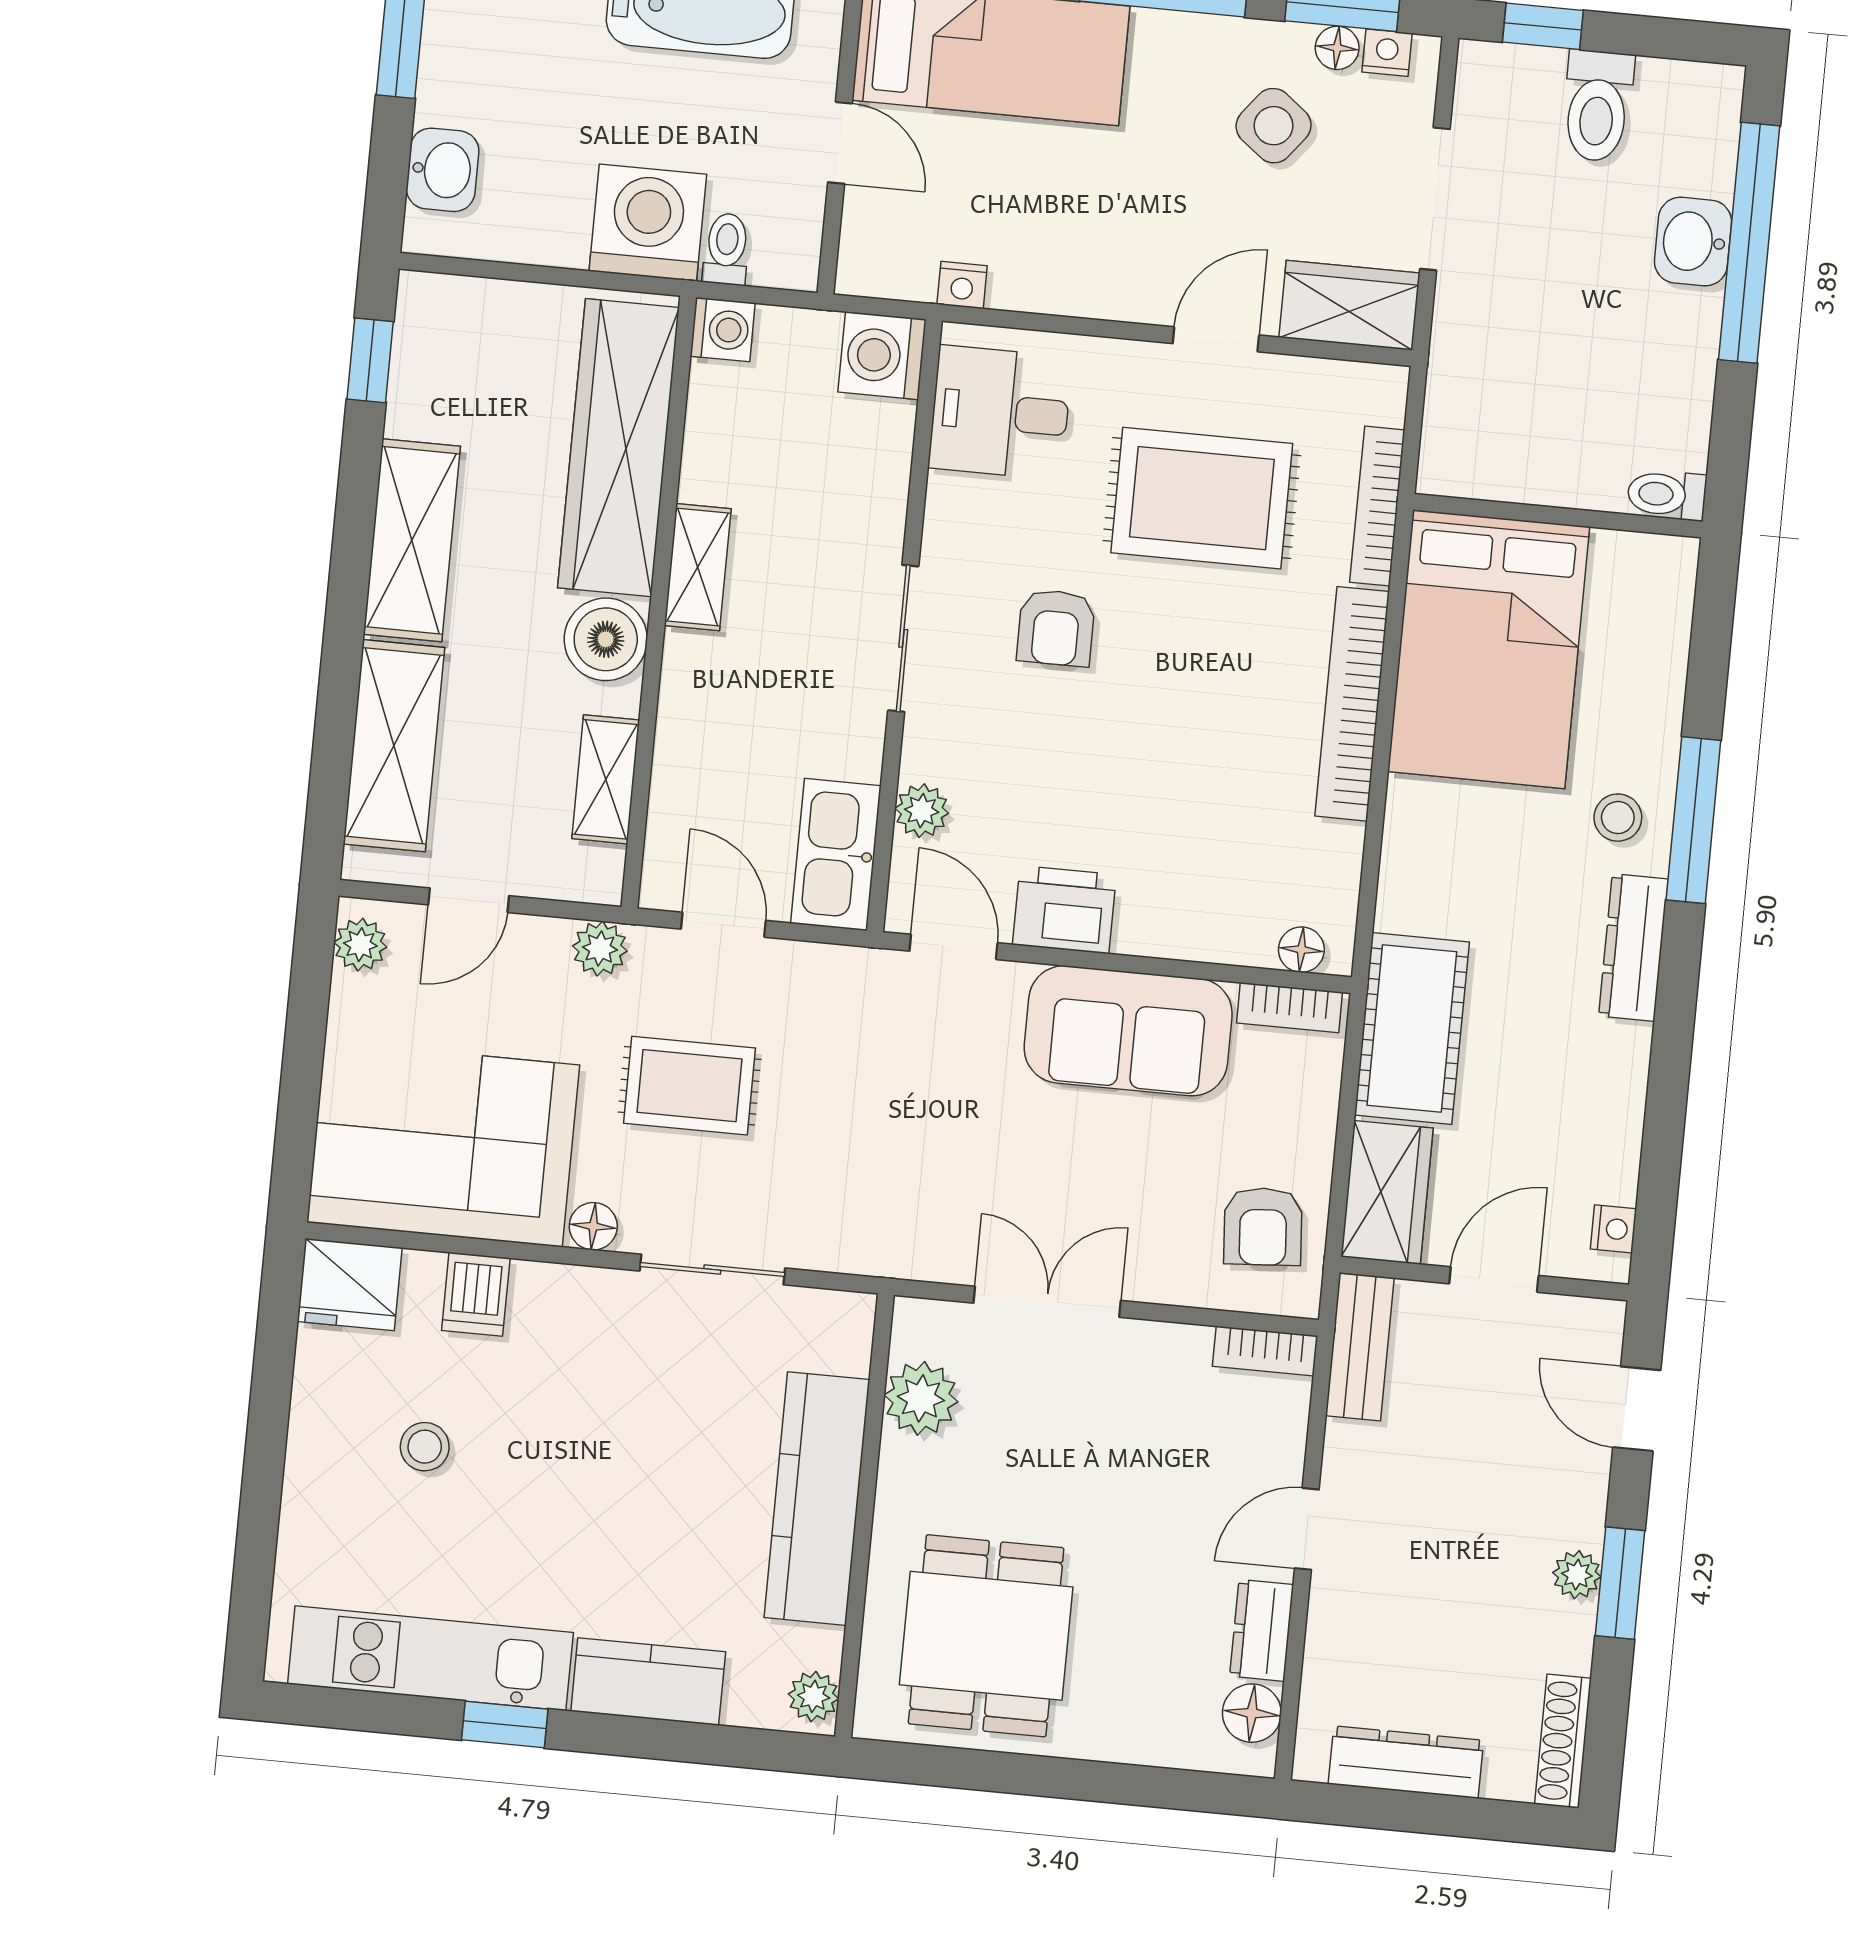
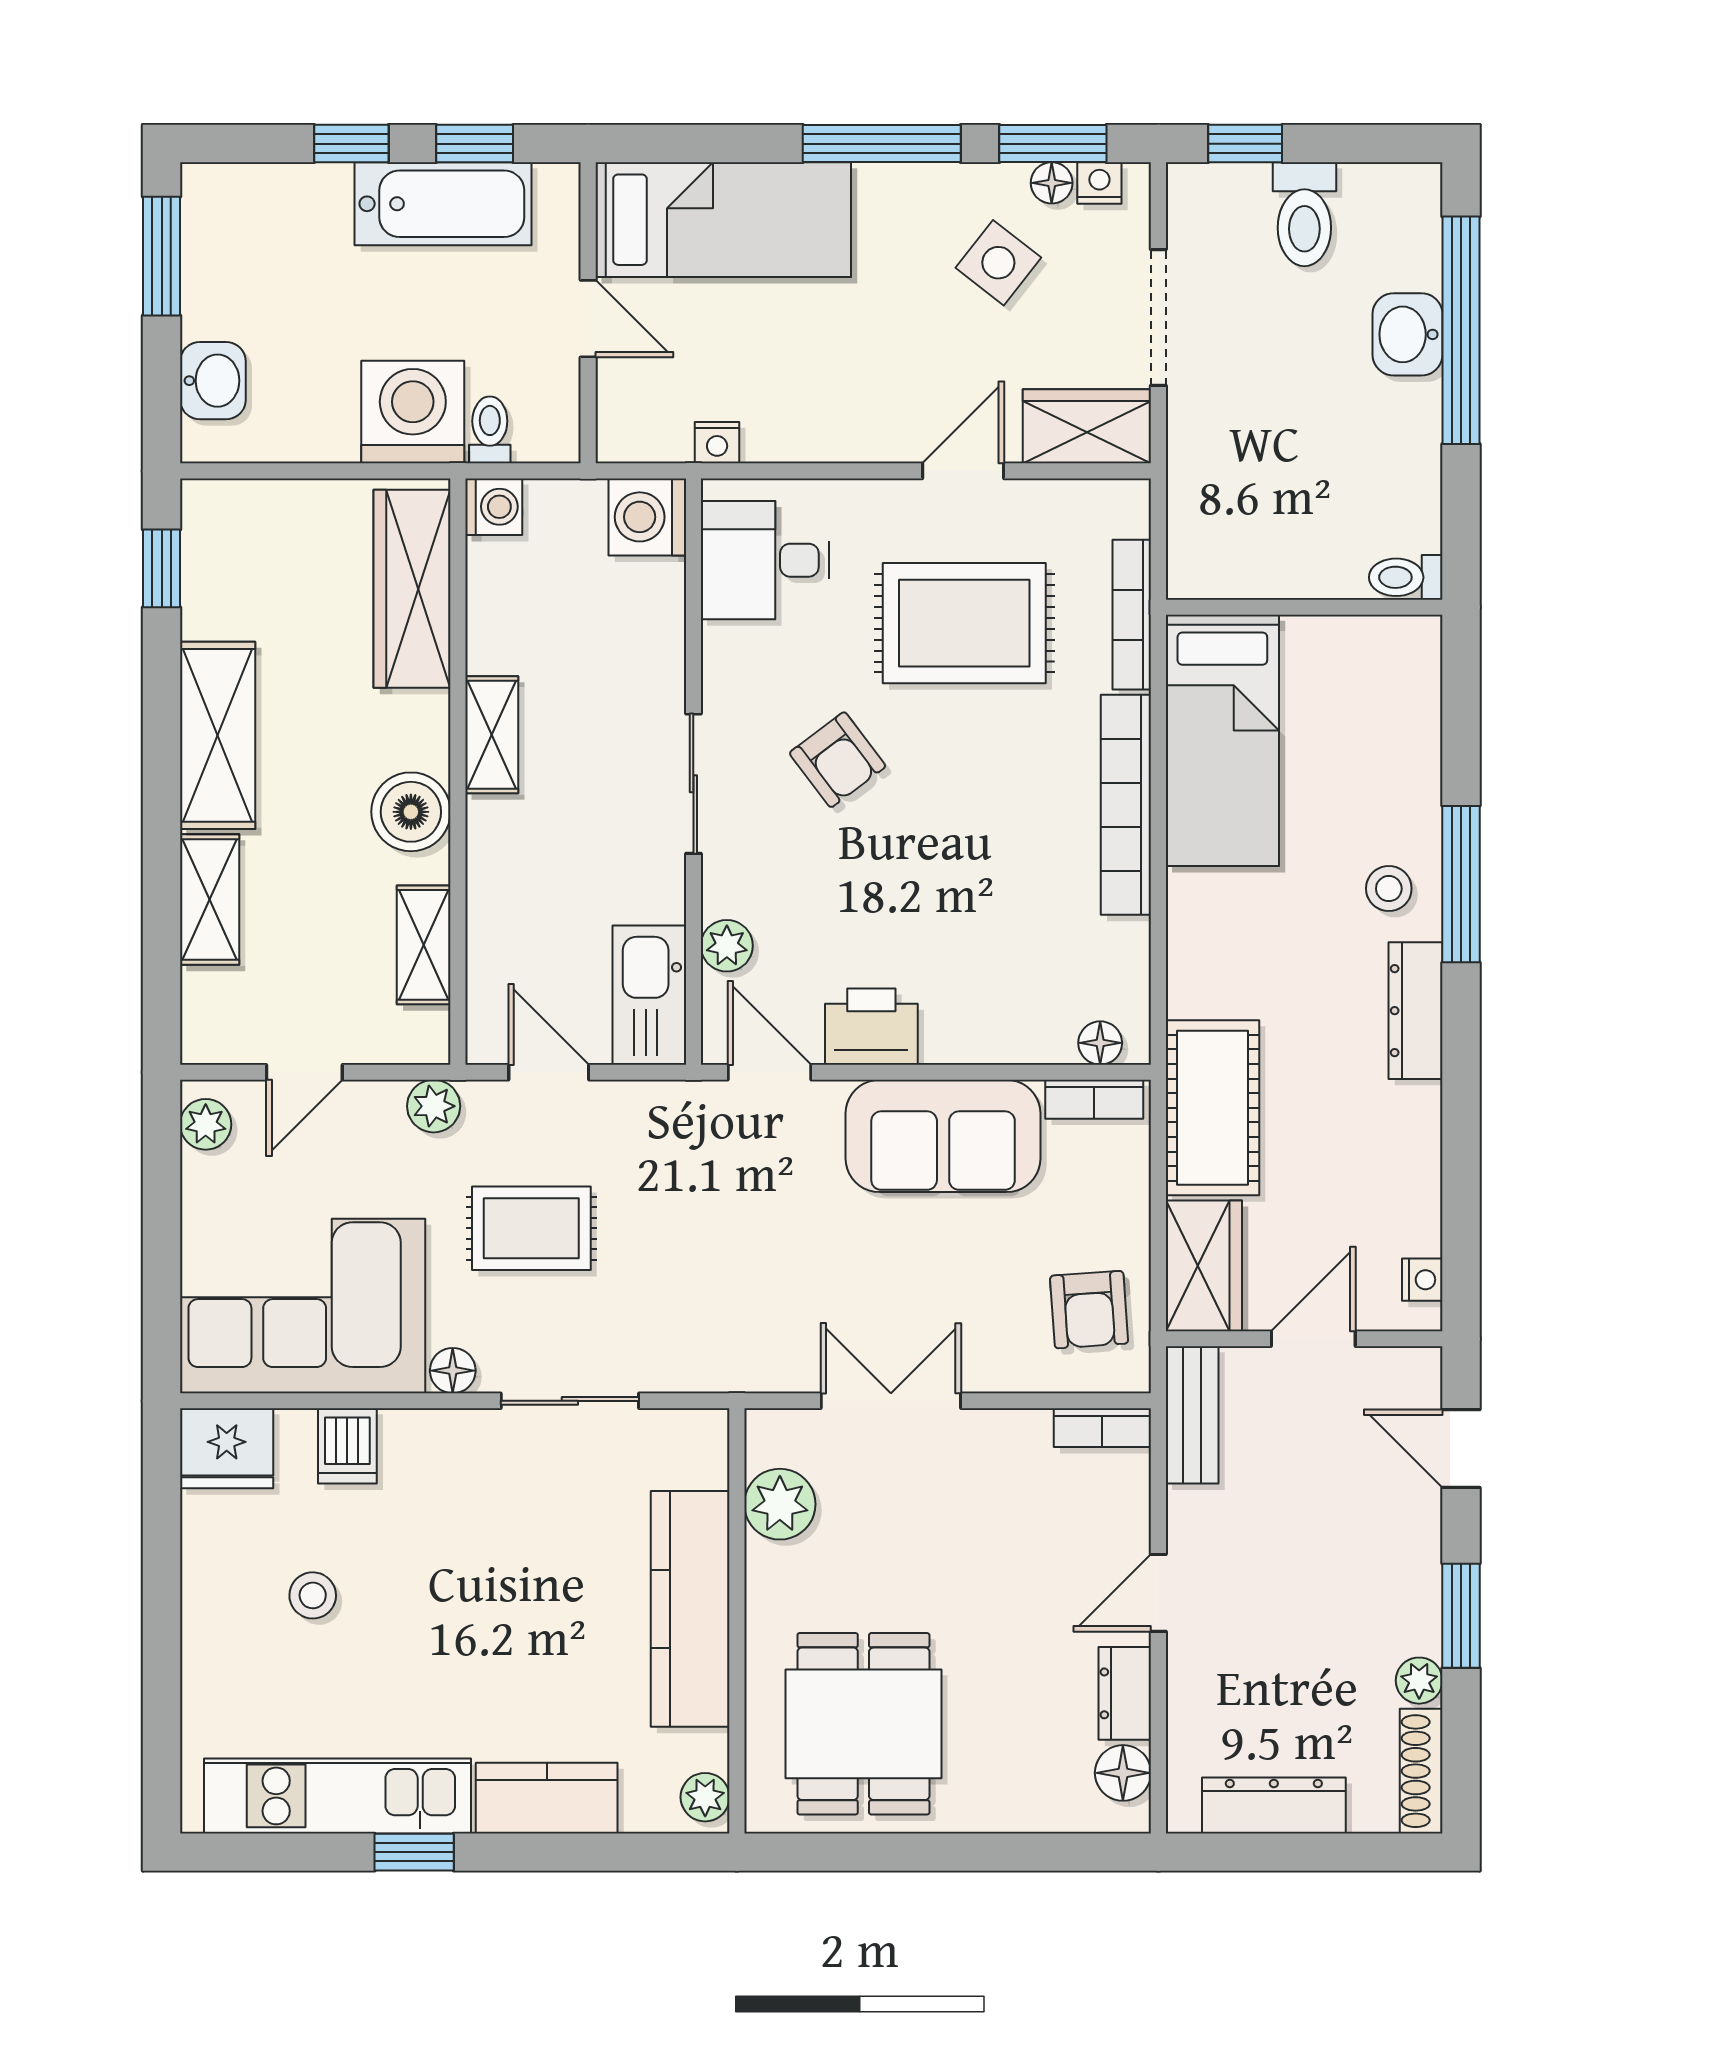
wardrobe: (619, 448) -> (412, 589), width x0.71, depth x0.85
armchair: (1056, 628) -> (838, 760), turned -37
bed: (1489, 649) -> (1222, 740), width x0.67
shelving: (394, 746) -> (210, 900), width x0.67, depth x0.75
plant: (1577, 1575) -> (1419, 1681), moved

